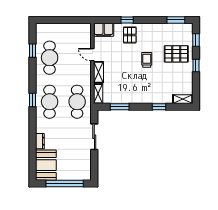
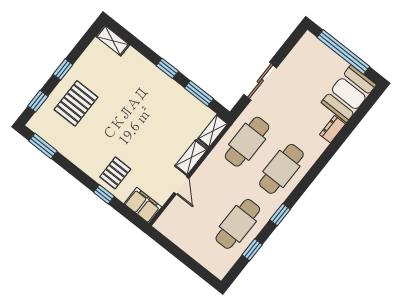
pallet: (176, 54) -> (76, 103), turned 90
trolley: (147, 60) -> (119, 125), removed
window: (32, 100) -> (280, 215), moved
window: (159, 107) -> (167, 68), moved

